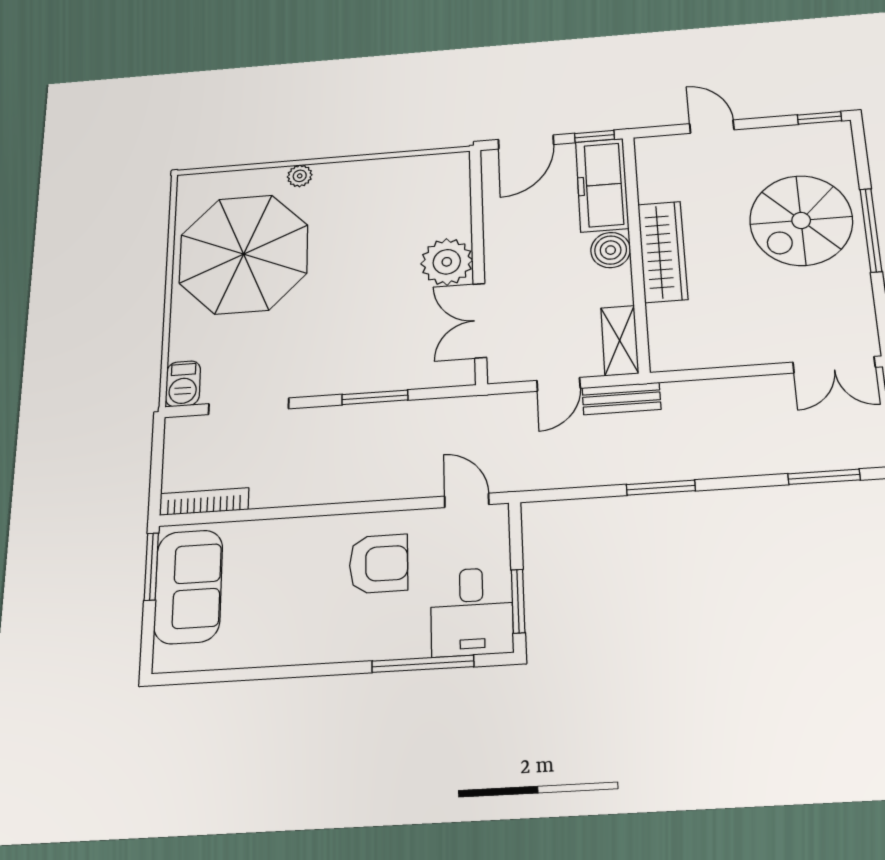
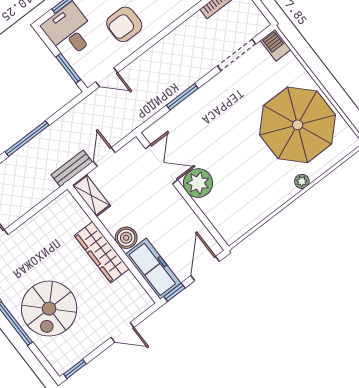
spiral stairs: (801, 220) -> (49, 309), turned 180
window: (661, 488) -> (27, 139), width x1.44
window: (518, 601) -> (68, 68), moved

